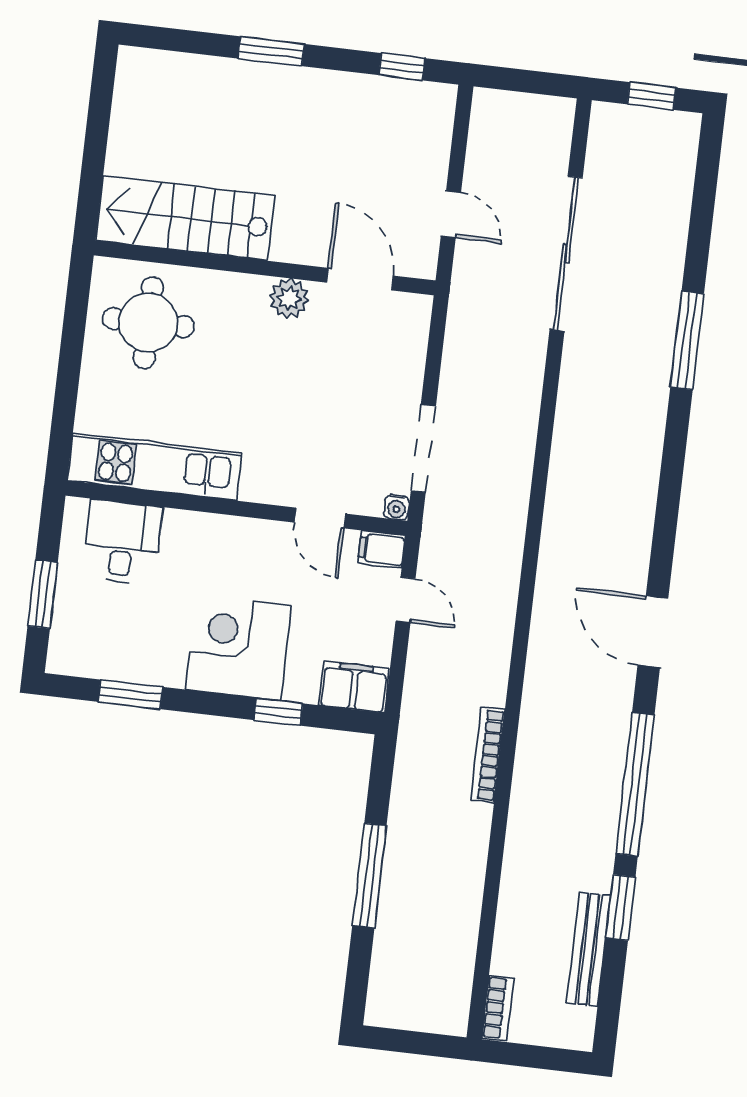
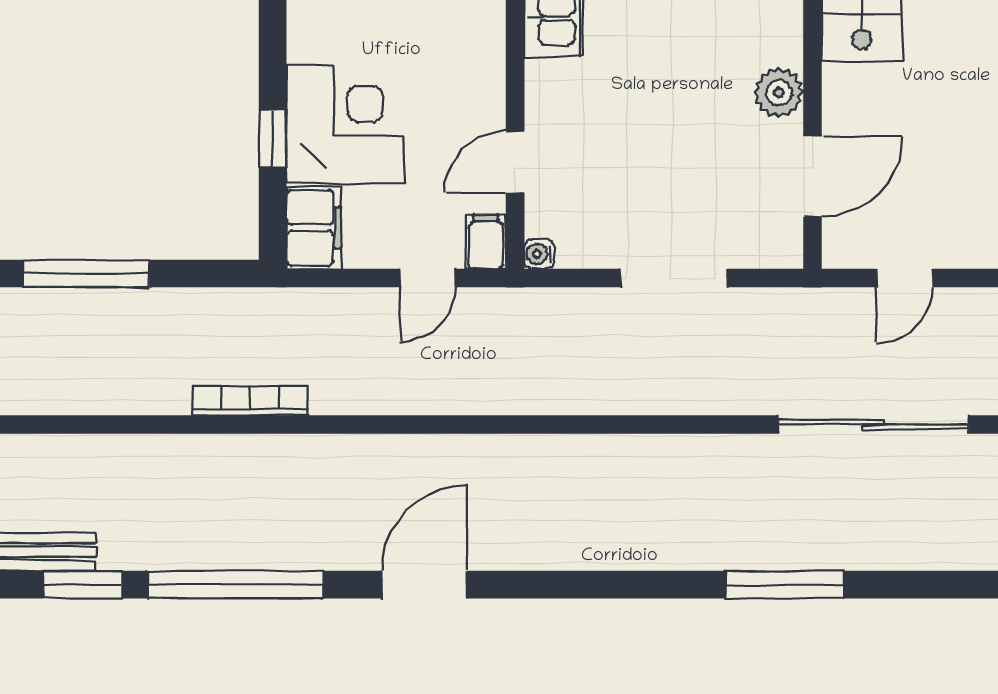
doorway: (423, 448) -> (674, 278), moved
corner desk: (239, 648) -> (345, 124), moved

